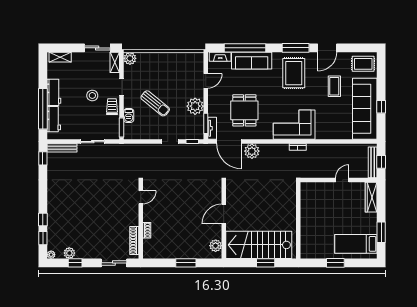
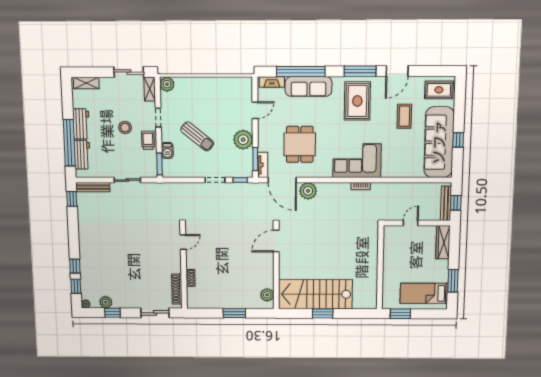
door: (224, 214) -> (276, 241), moved
wall: (298, 220) -> (380, 268), moved

